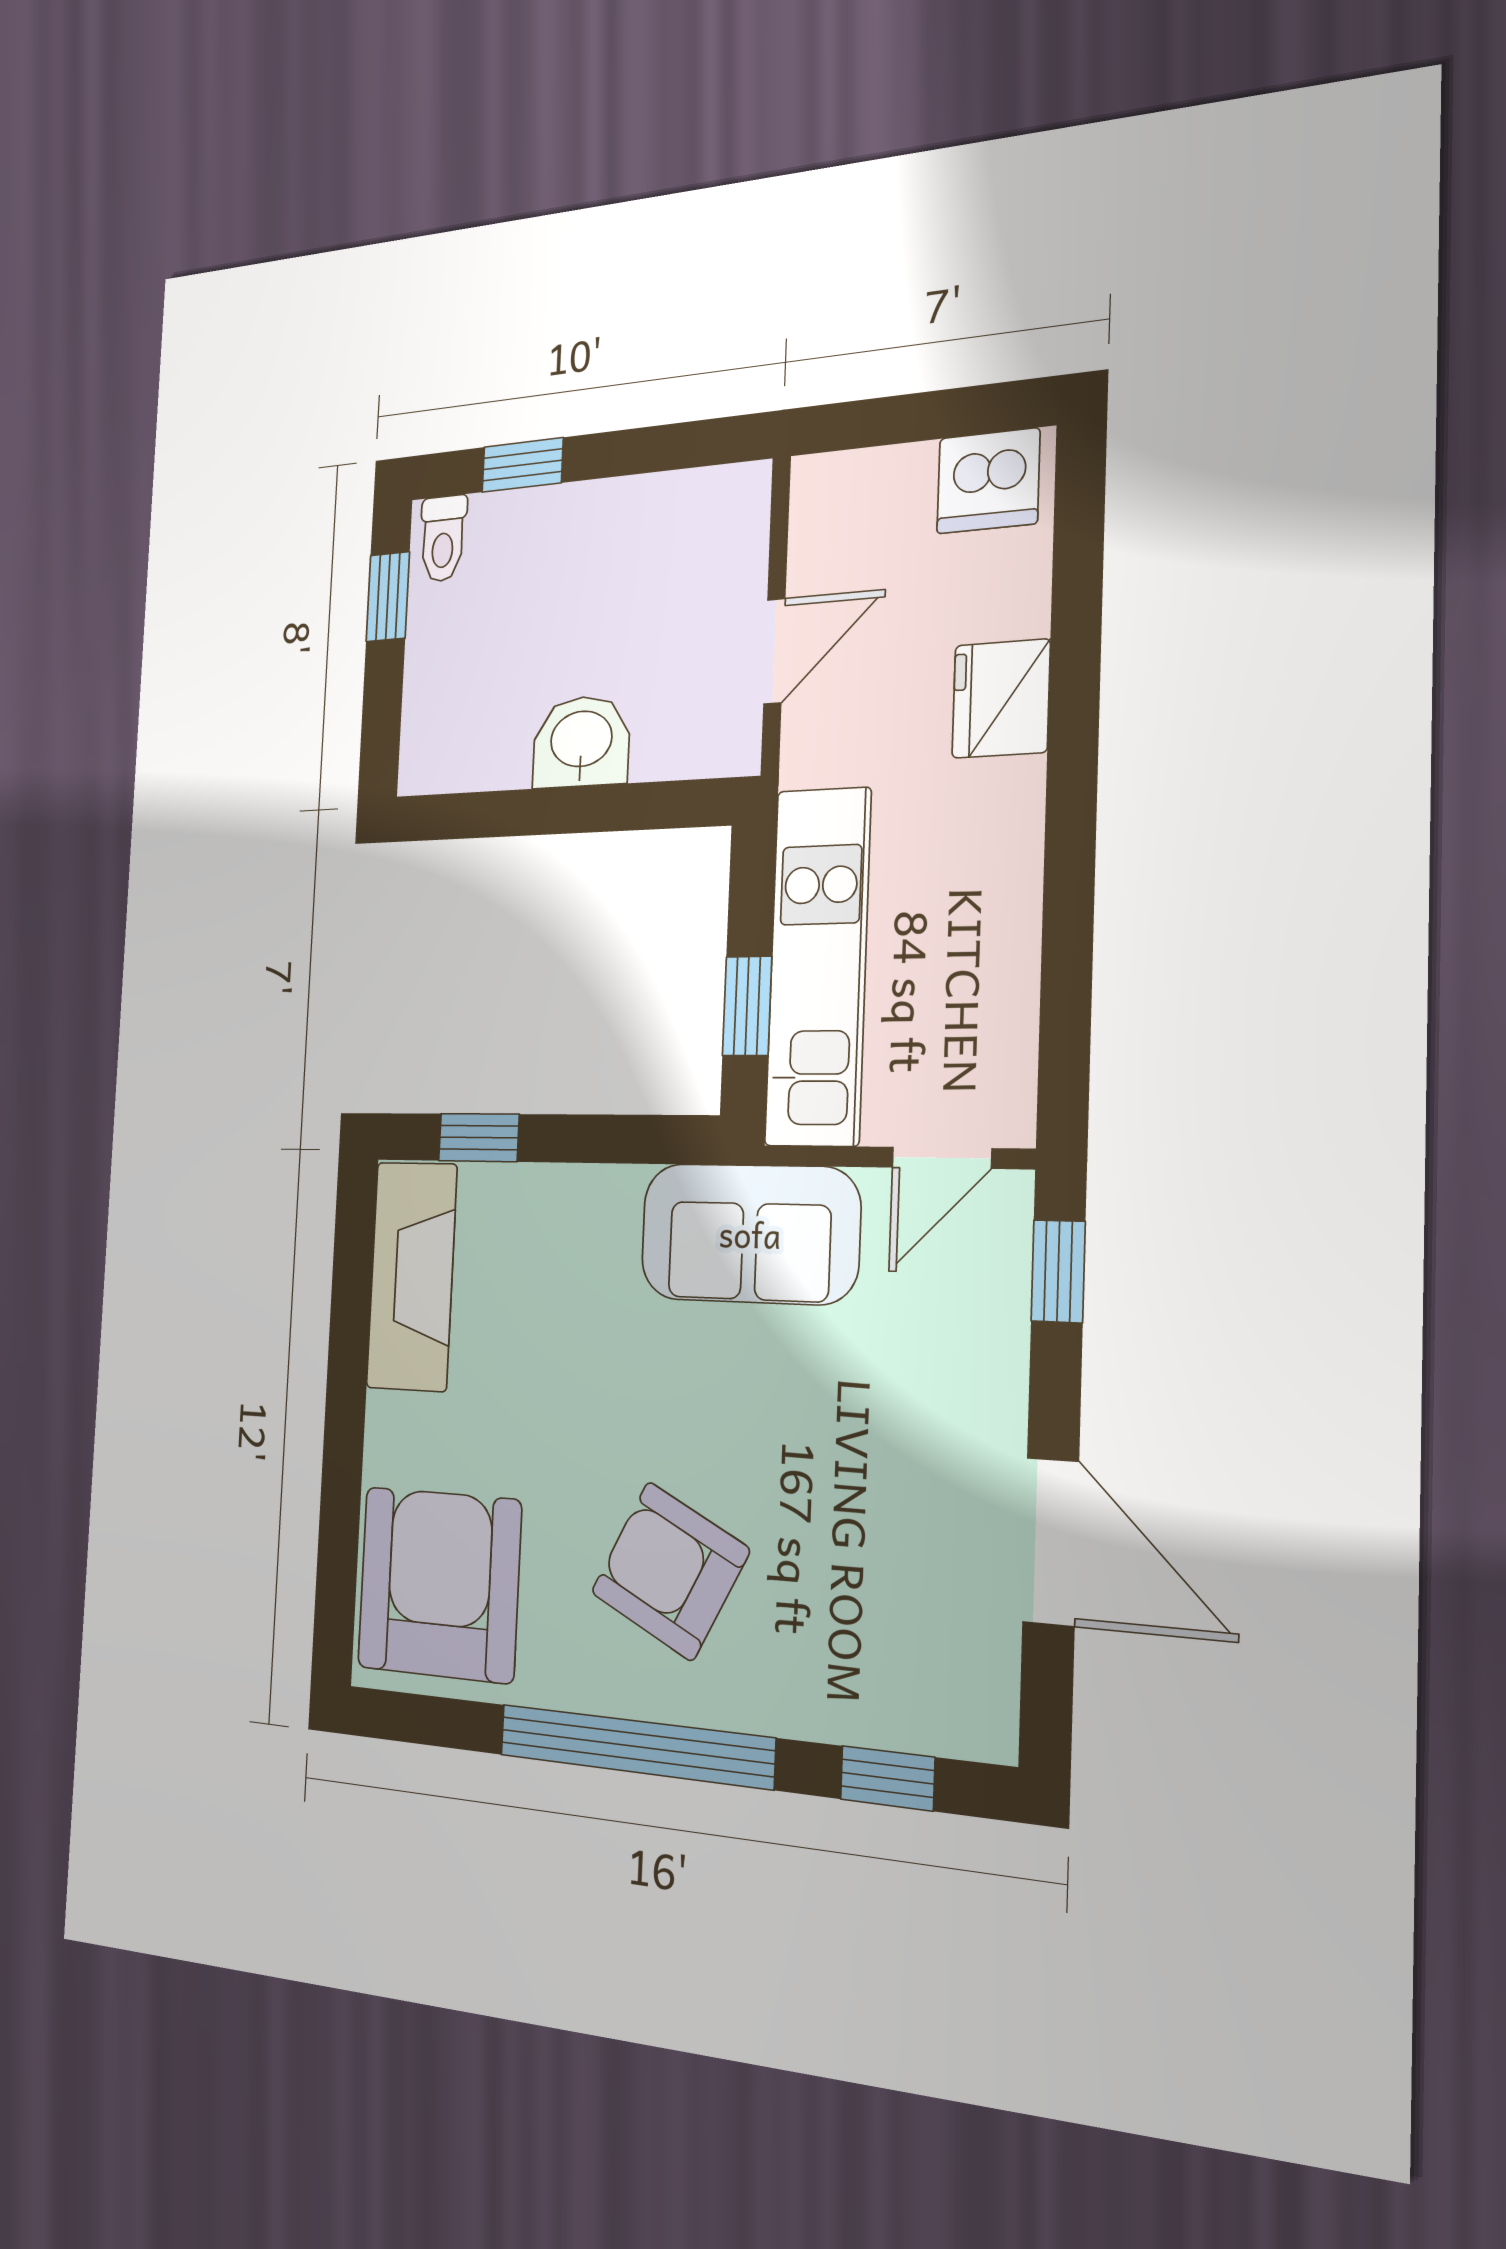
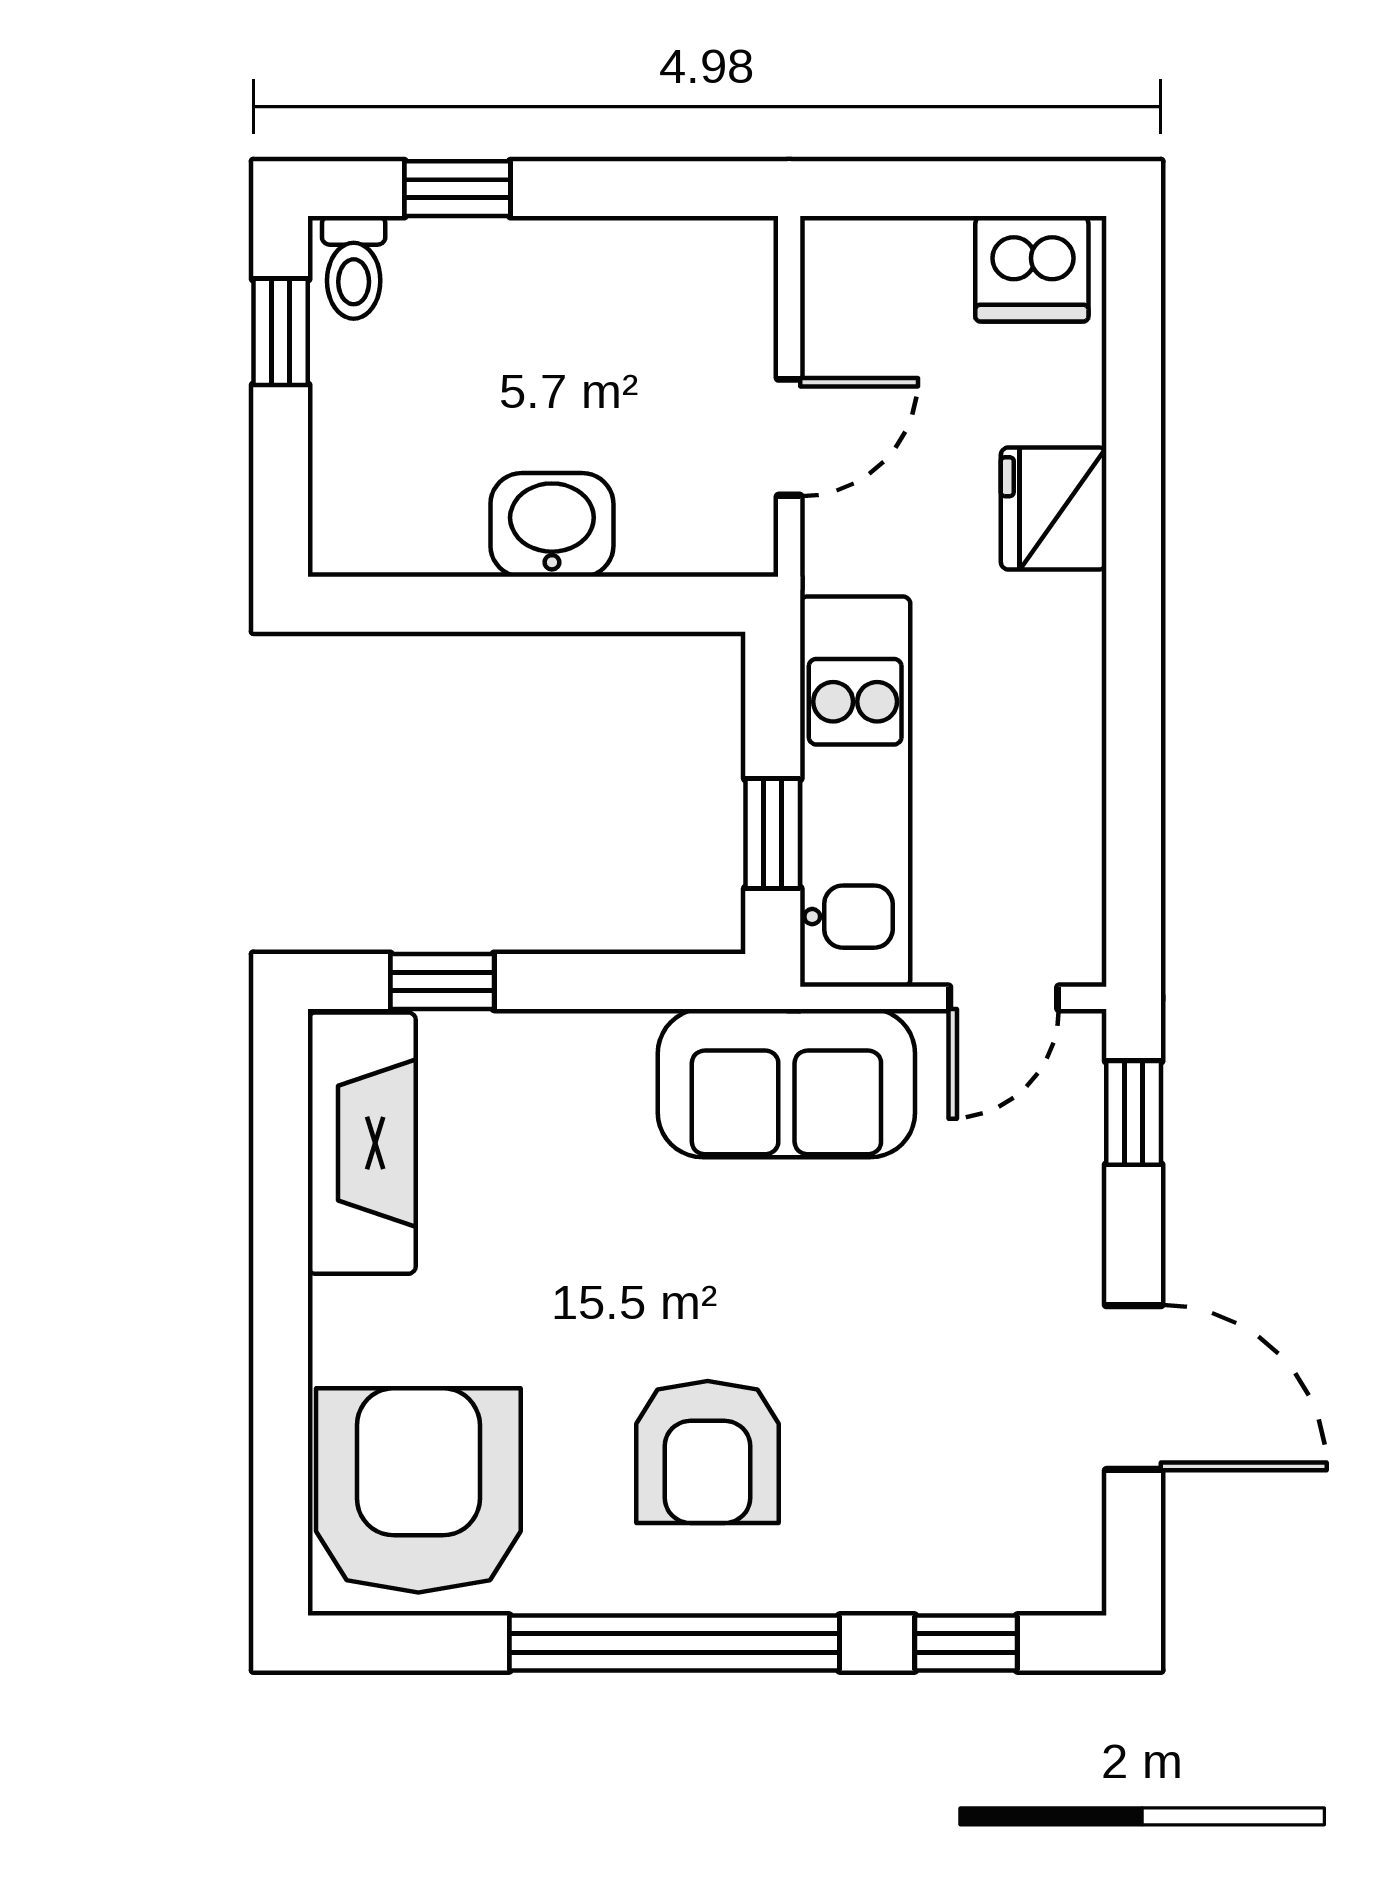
armchair: (670, 1571) -> (708, 1452), turned -117

